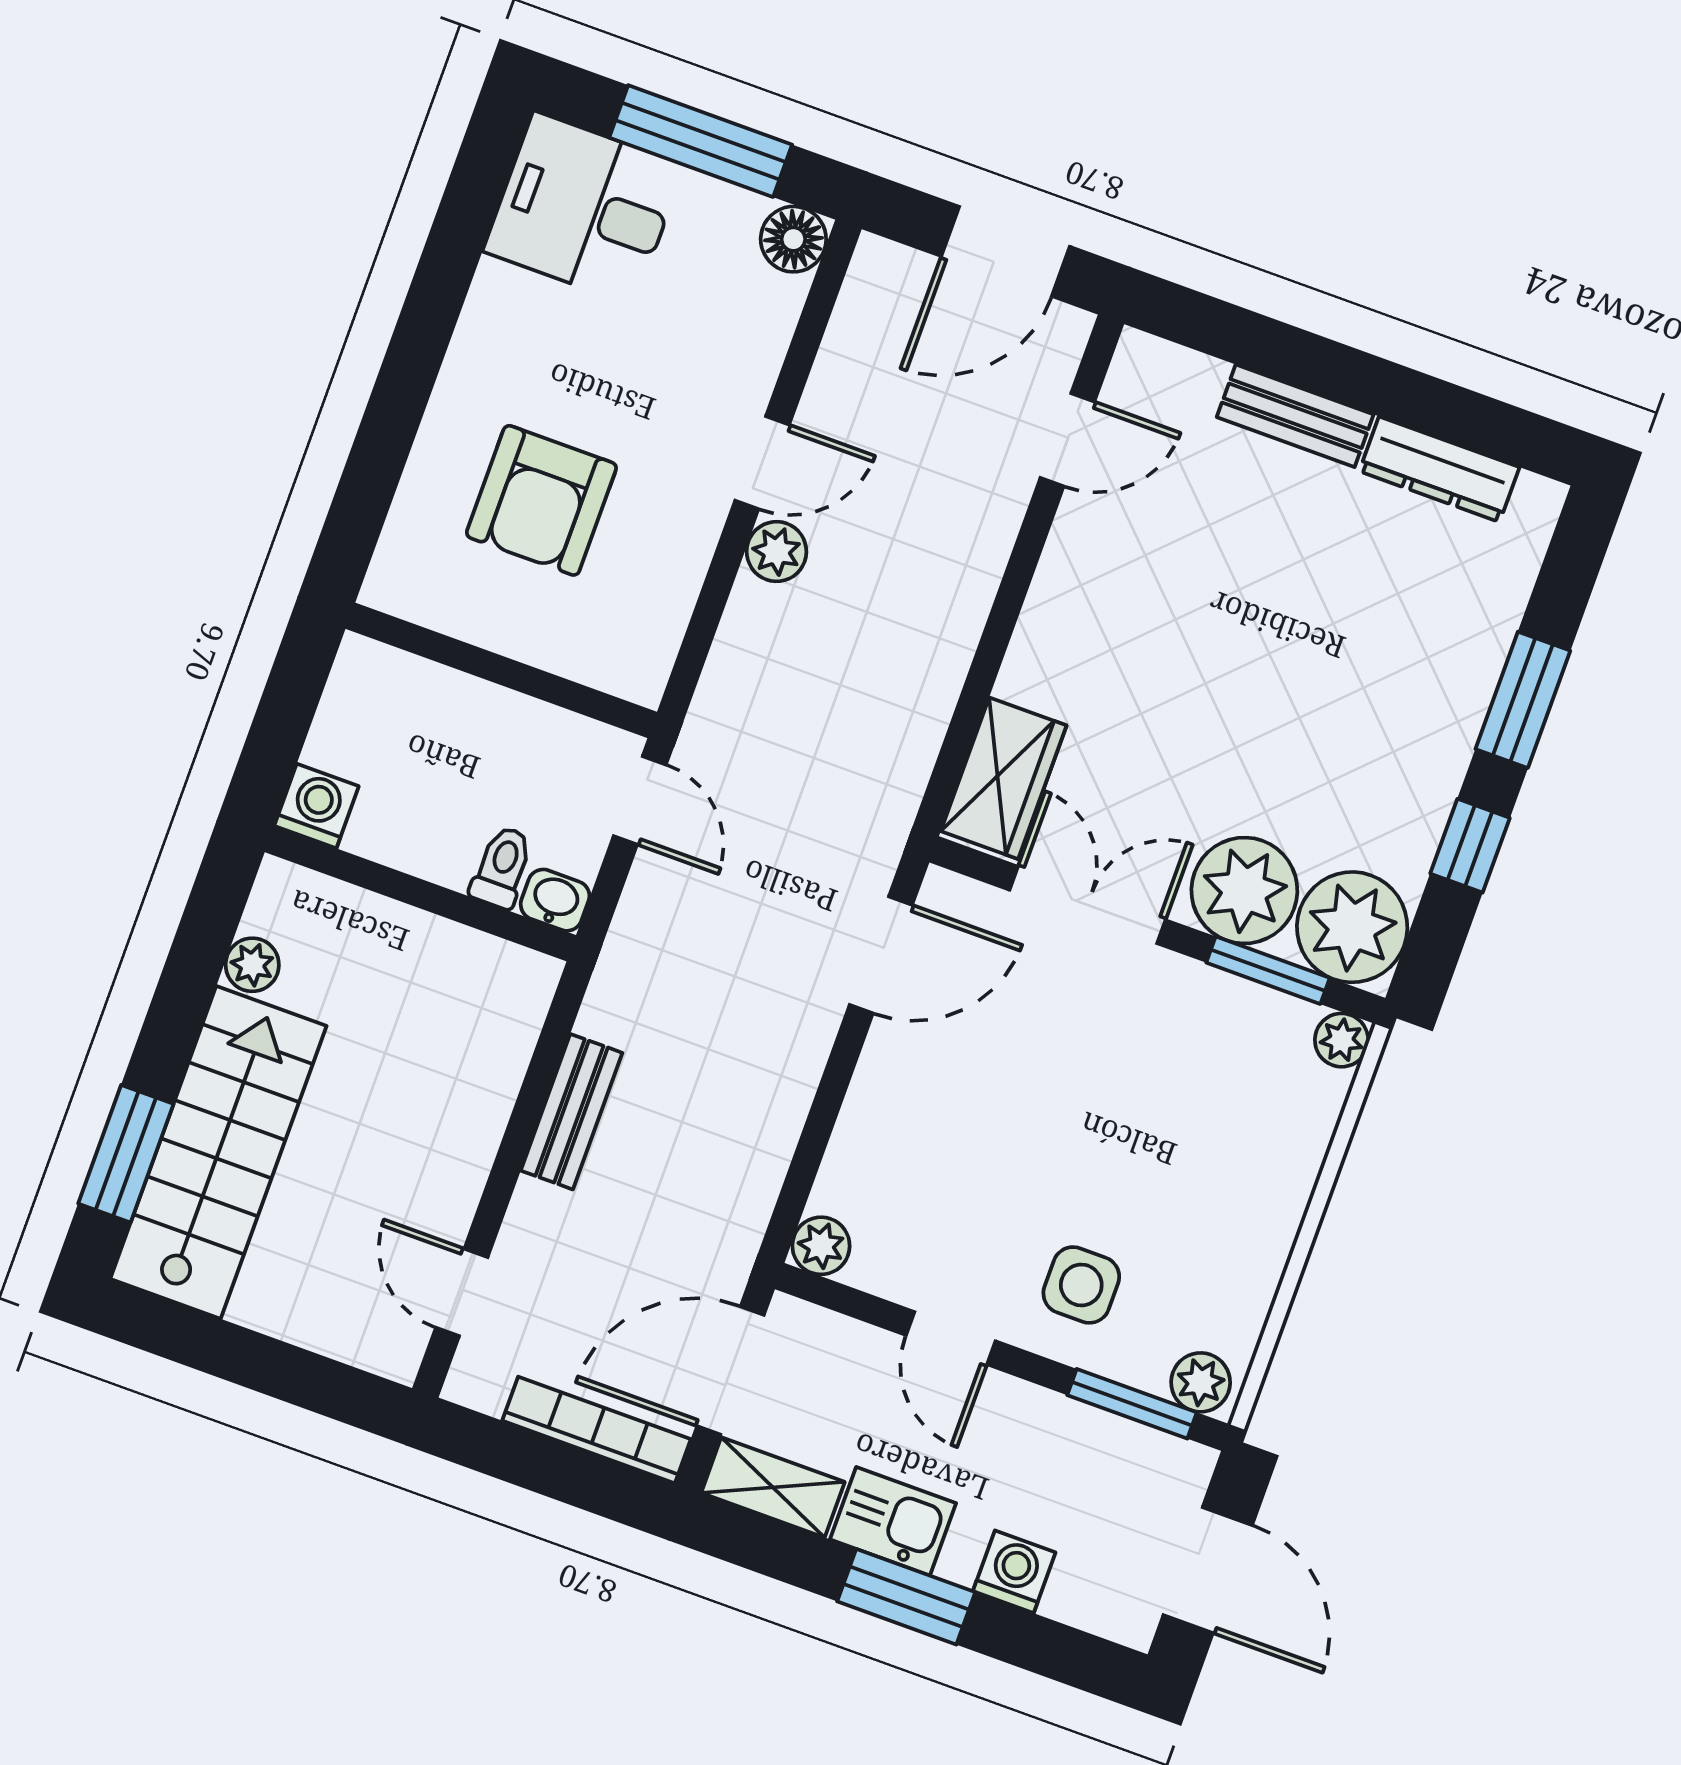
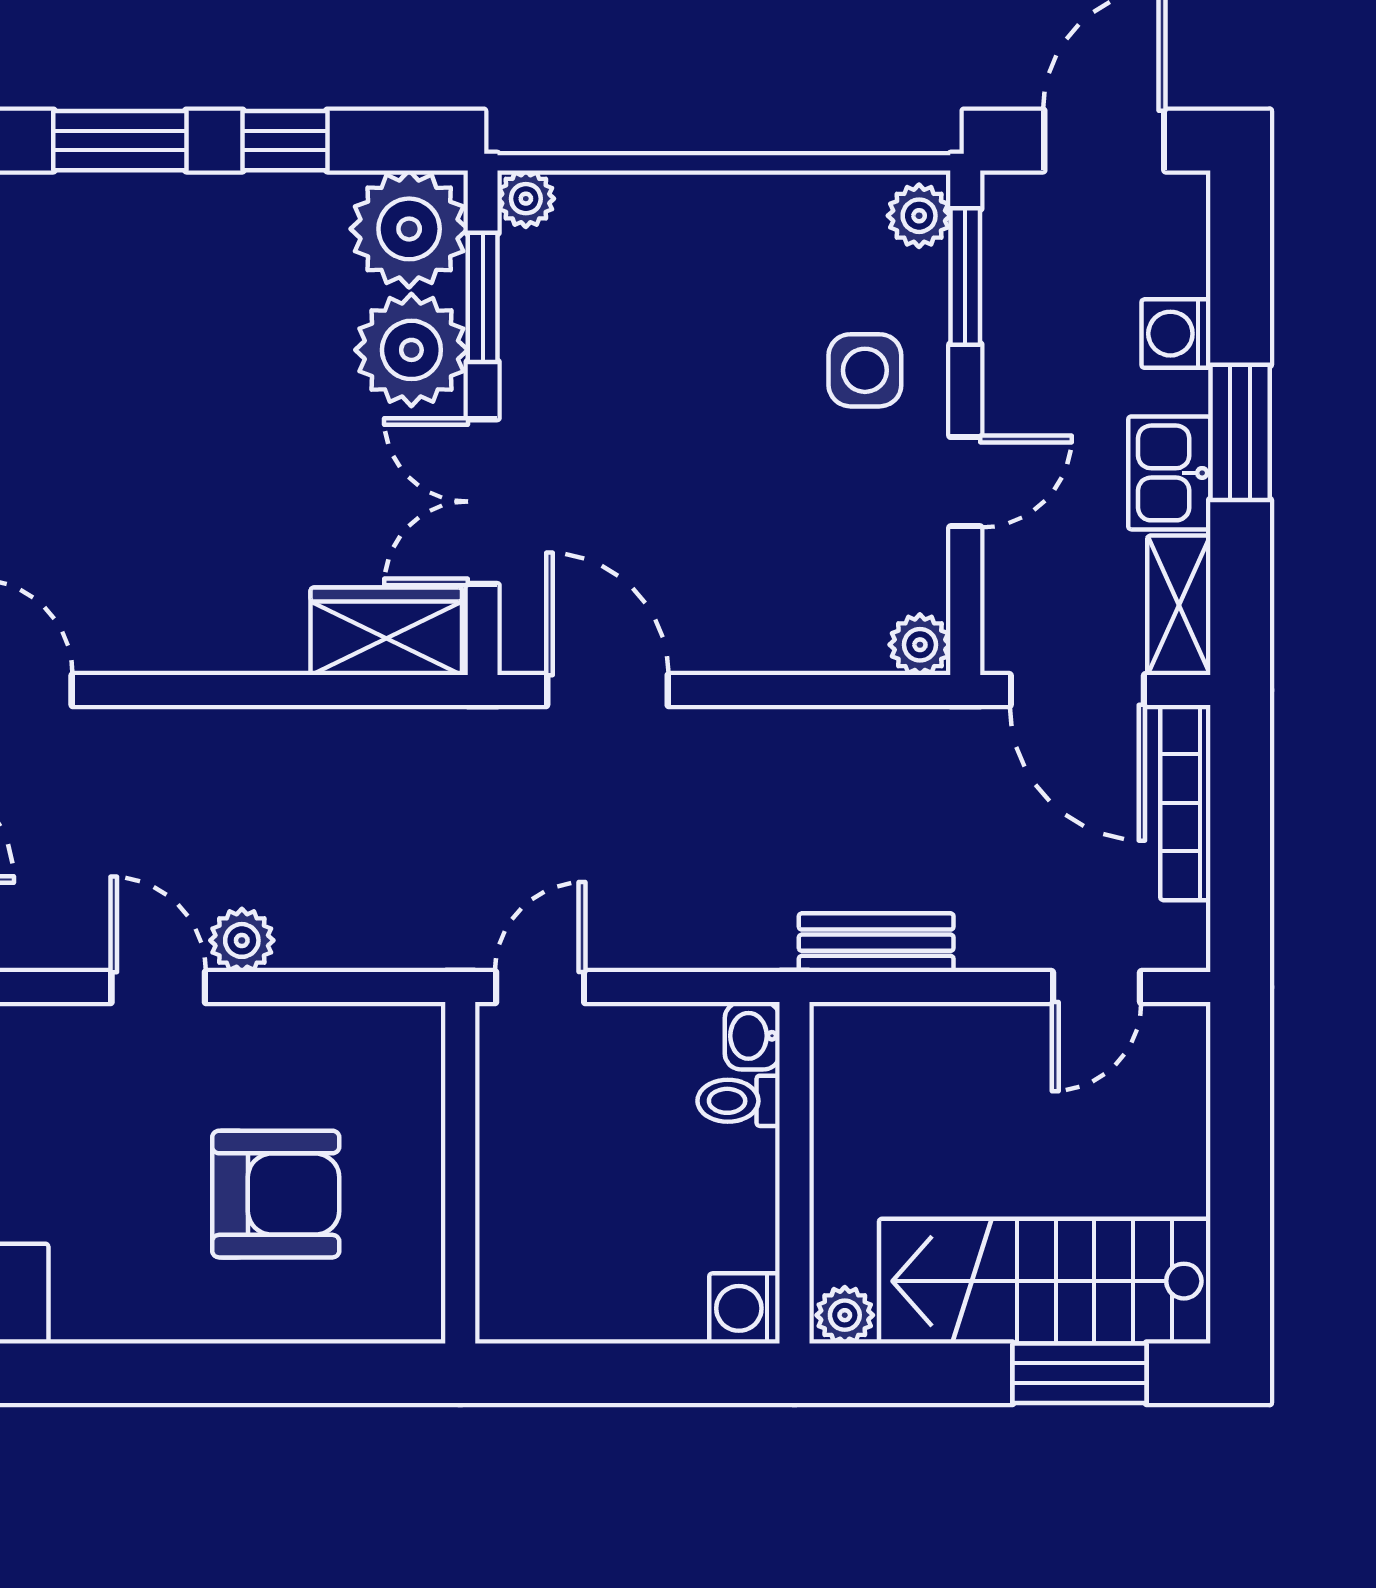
washing machine: (317, 806) -> (745, 1308), moved
toilet: (502, 867) -> (739, 1101), moved
wall: (420, 894) -> (794, 1173), moved
washbasin: (555, 900) -> (752, 1036), moved

